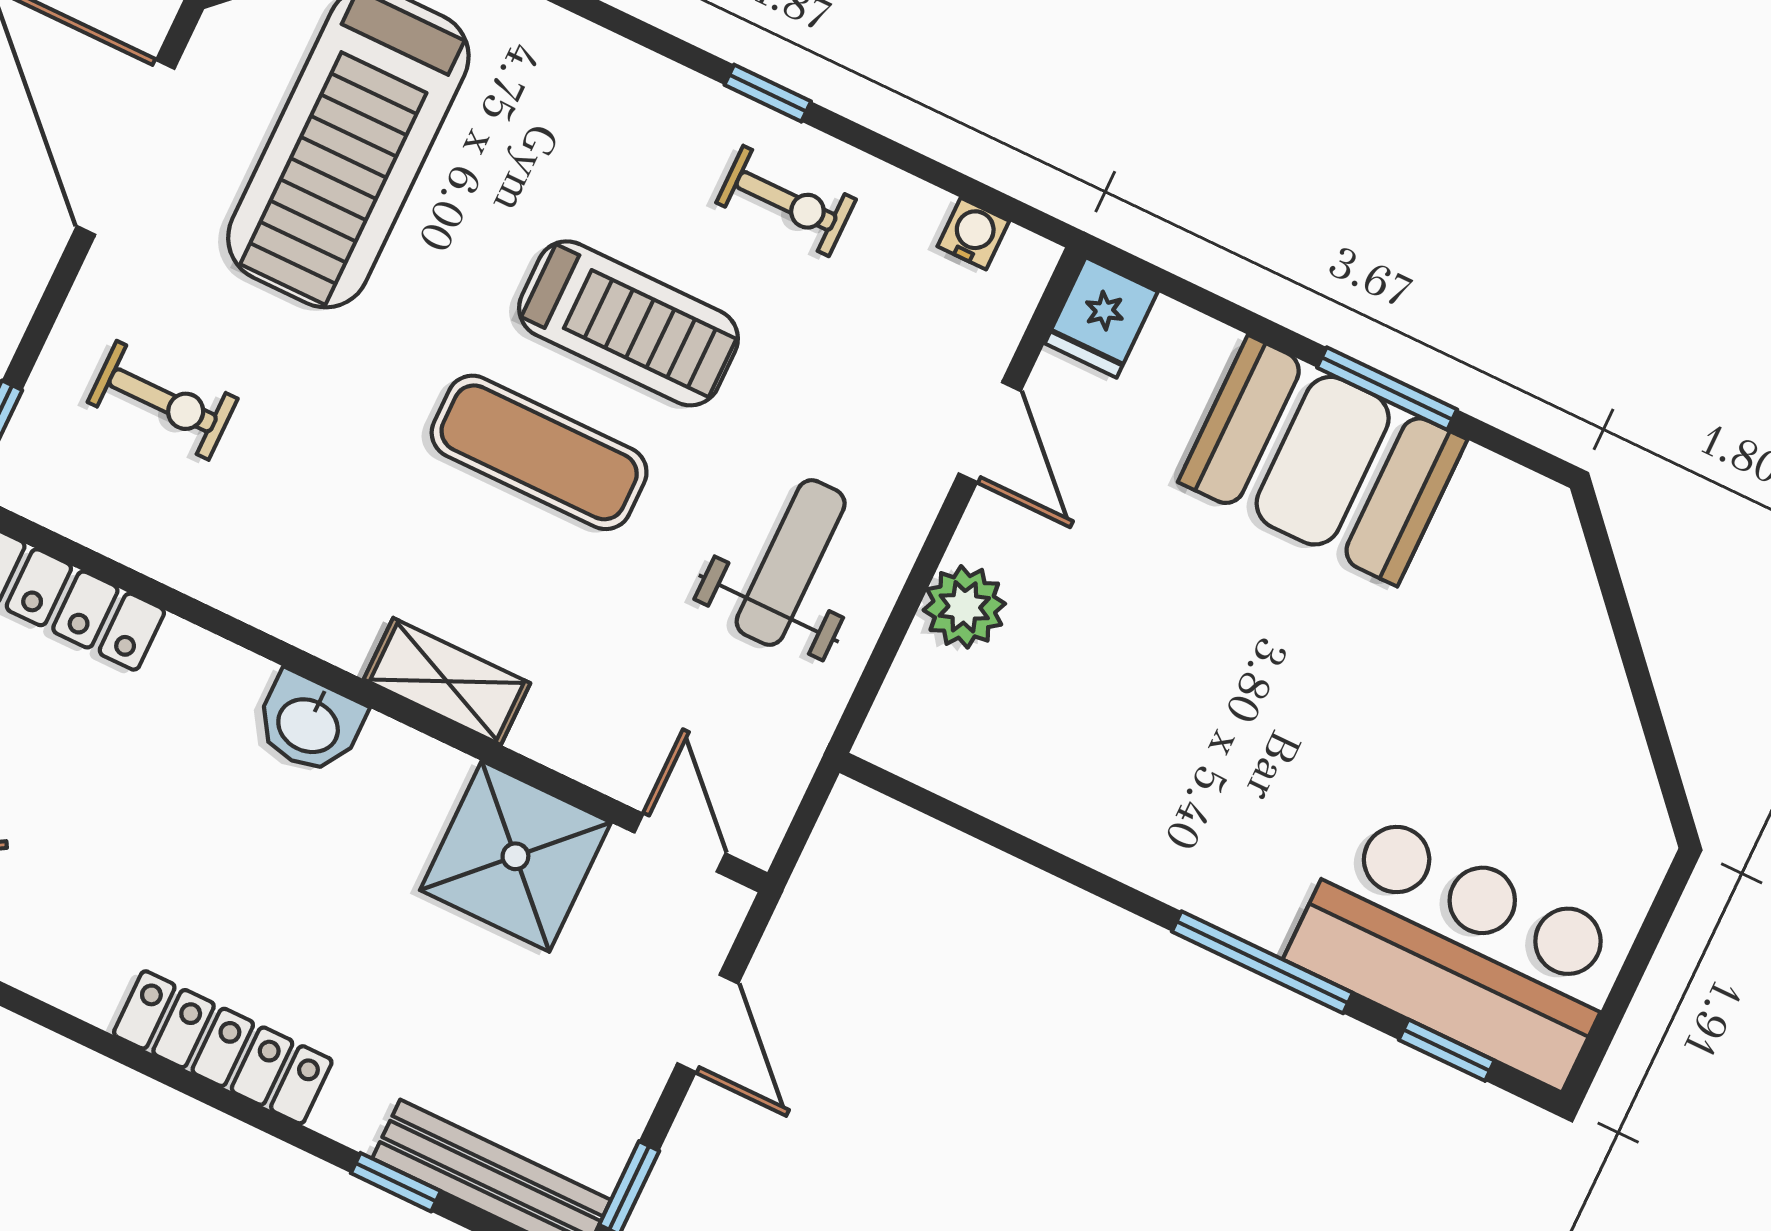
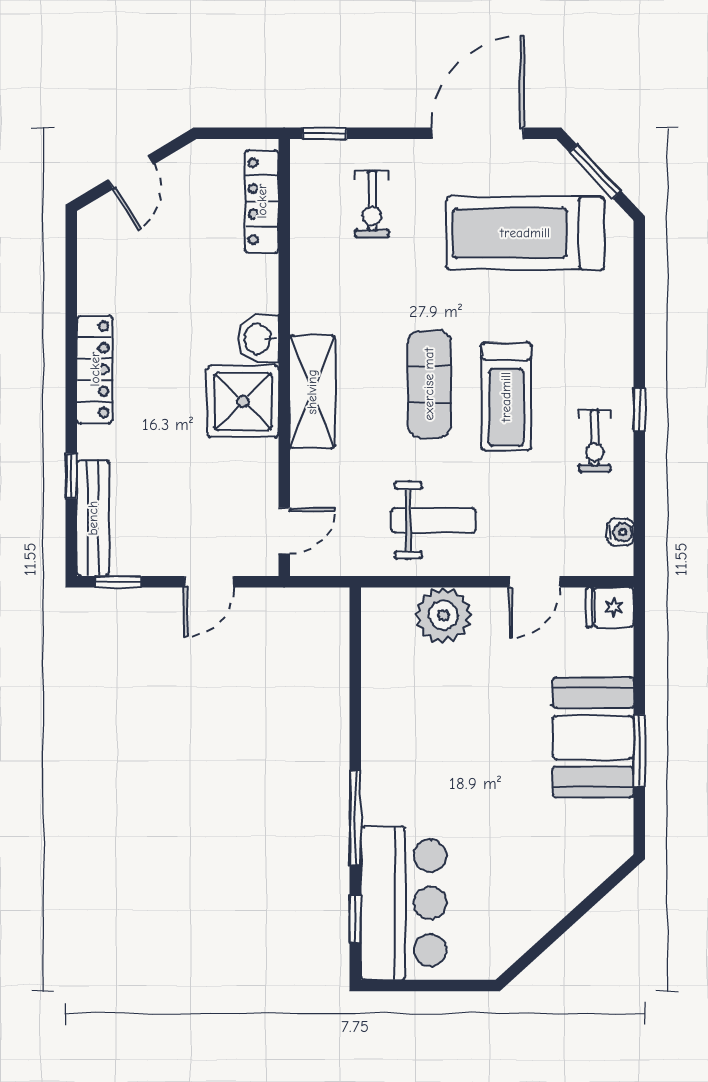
plant: (964, 607) -> (443, 615), width x1.36, depth x1.36
shelving: (447, 681) -> (312, 392), width x1.50, depth x1.33
shower: (515, 856) -> (243, 401), moved

